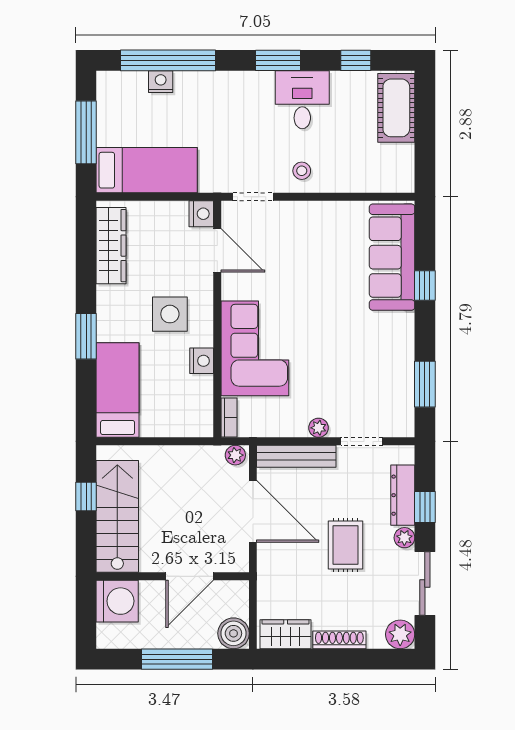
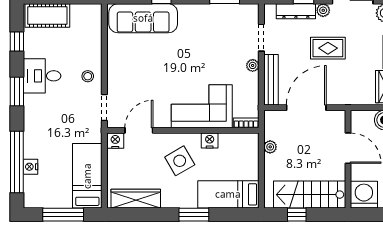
side table: (170, 314) -> (180, 161), turned -30
plant: (235, 455) -> (270, 147), moved

